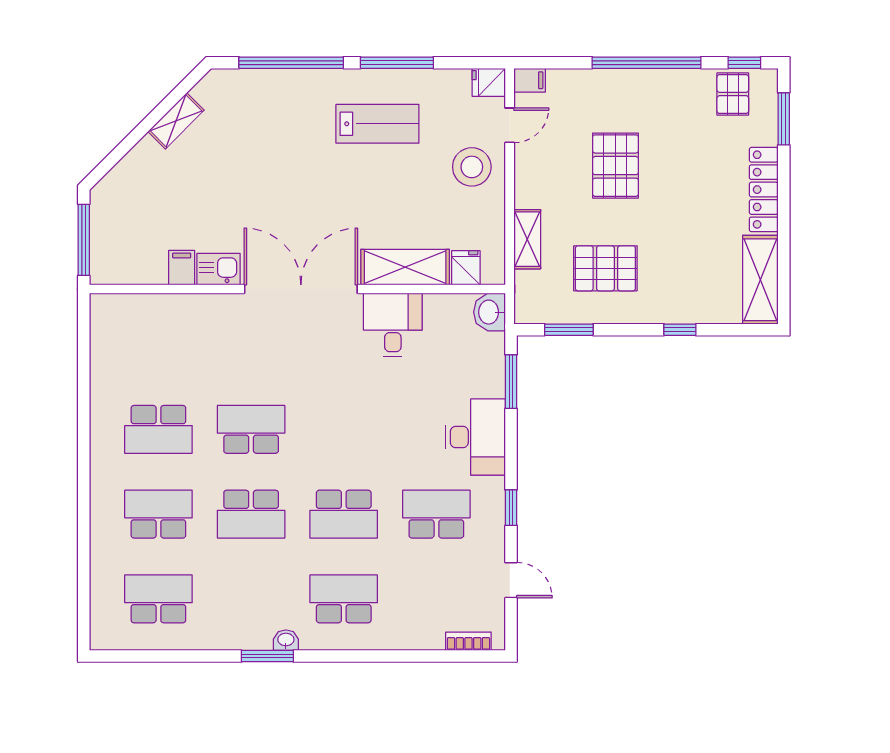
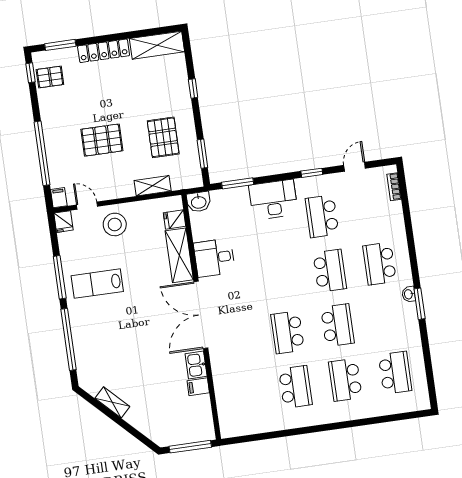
window: (647, 63) -> (42, 153), moved
lab bench: (377, 124) -> (97, 284), turned -90
school desk: (158, 599) -> (395, 373), turned 180

